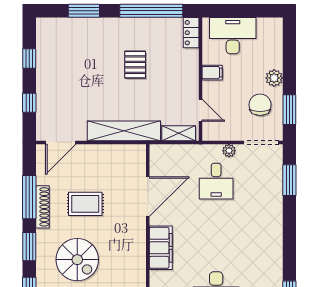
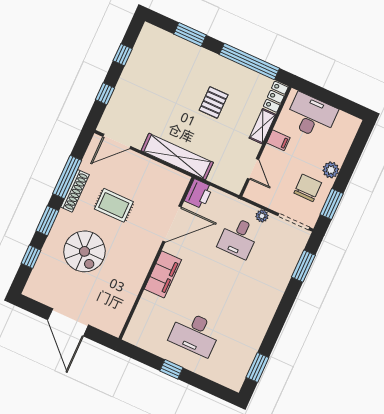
shelving: (179, 133) -> (263, 126), moved, turned 90
printer: (160, 157) -> (199, 194), added

